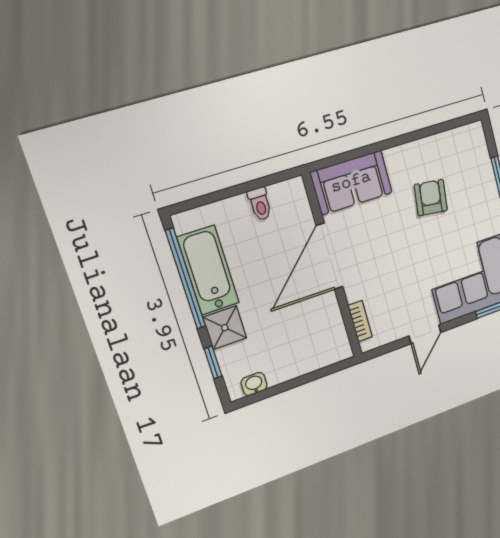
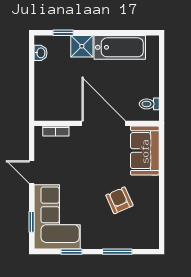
armchair: (431, 198) -> (119, 200), turned -121
toilet: (260, 204) -> (149, 104), moved
window: (186, 279) -> (119, 33), removed

